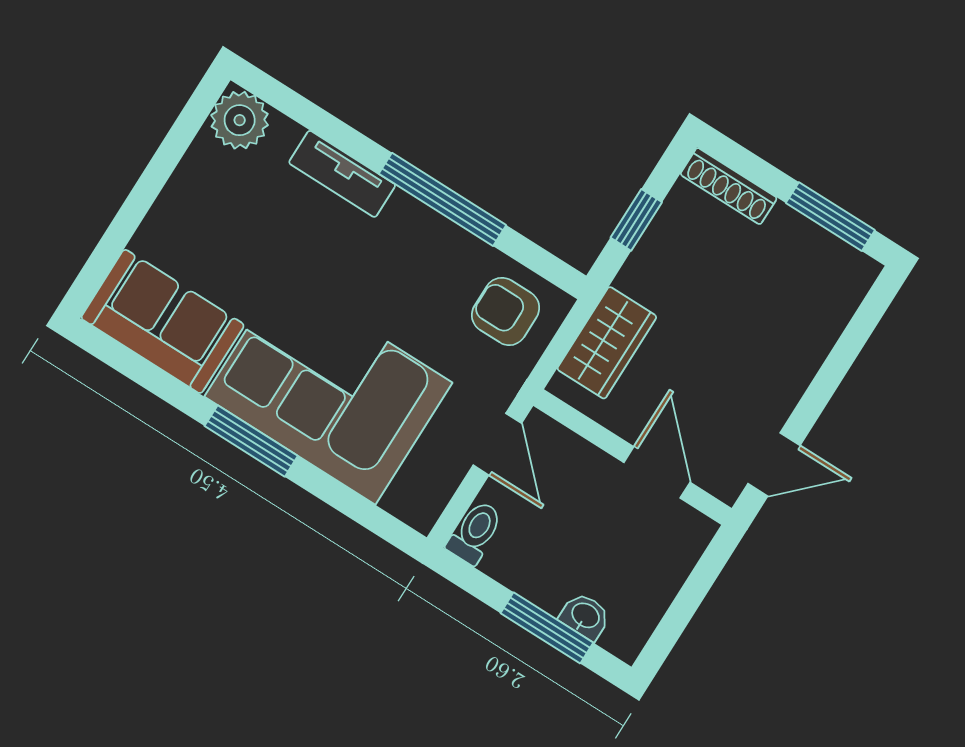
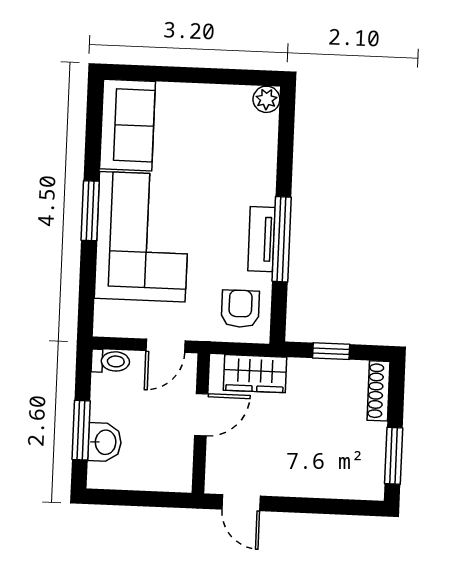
plant: (240, 120) -> (266, 99), width x0.73, depth x0.73
tv unit: (342, 174) -> (261, 239), moved
door: (657, 472) -> (201, 415), moved
washbasin: (585, 616) -> (105, 442), width x1.38, depth x1.45

